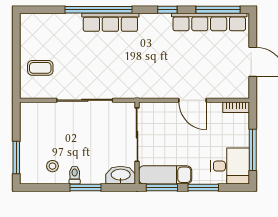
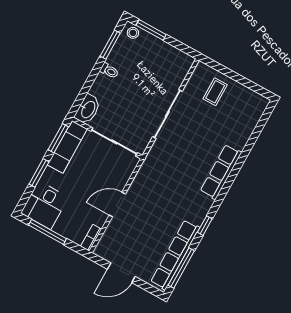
window: (99, 10) -> (237, 168), removed
stool: (52, 166) -> (133, 33), moved
window: (86, 187) -> (110, 45), moved

